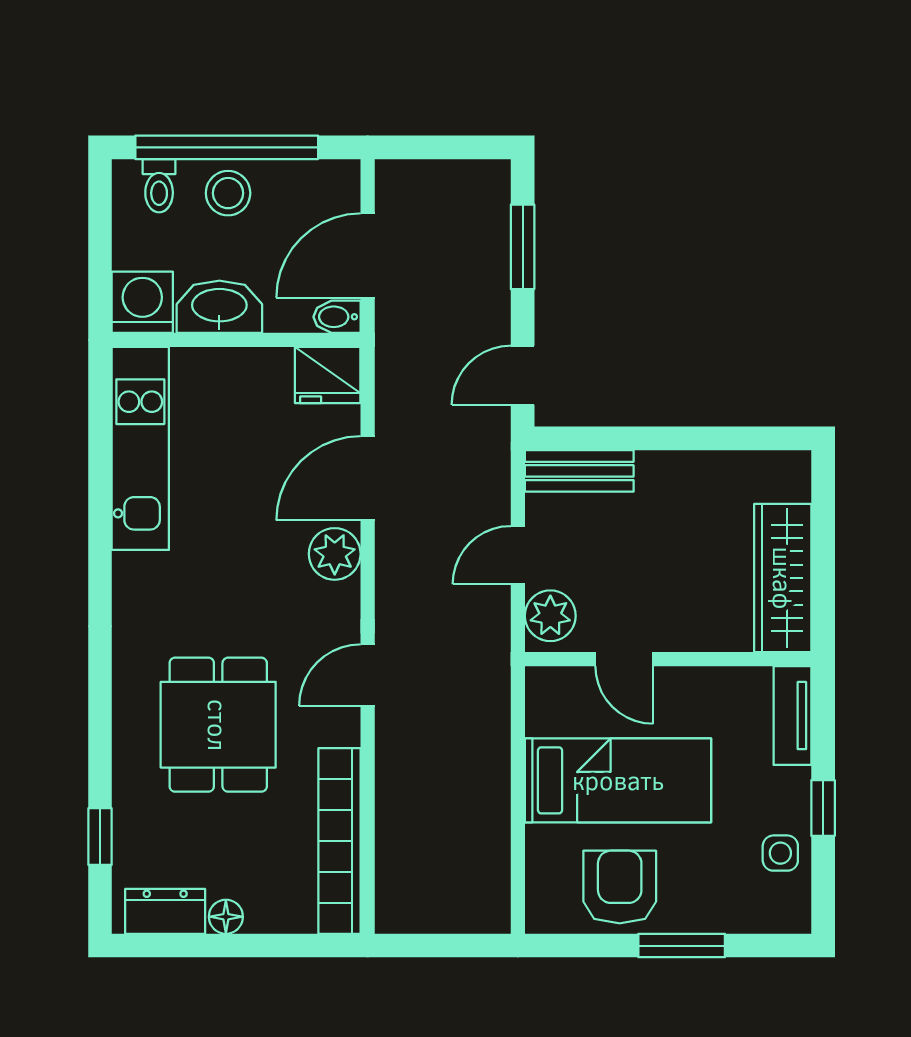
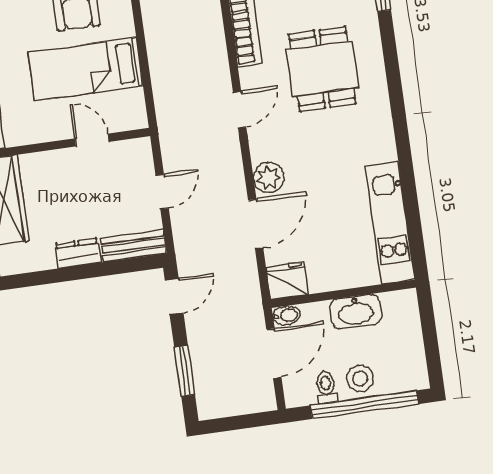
toilet: (159, 186) -> (326, 387), moved
washing machine: (142, 302) -> (401, 308), removed
dresser: (675, 471) -> (78, 253), added
plant: (550, 616) -> (138, 159), removed

